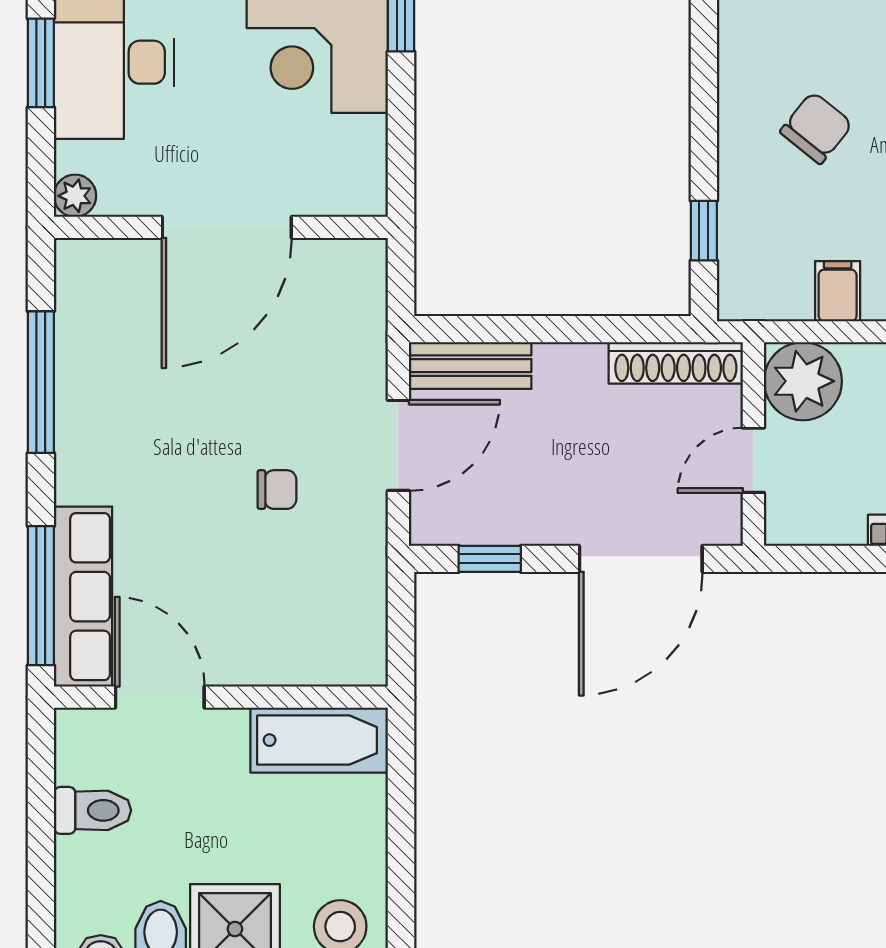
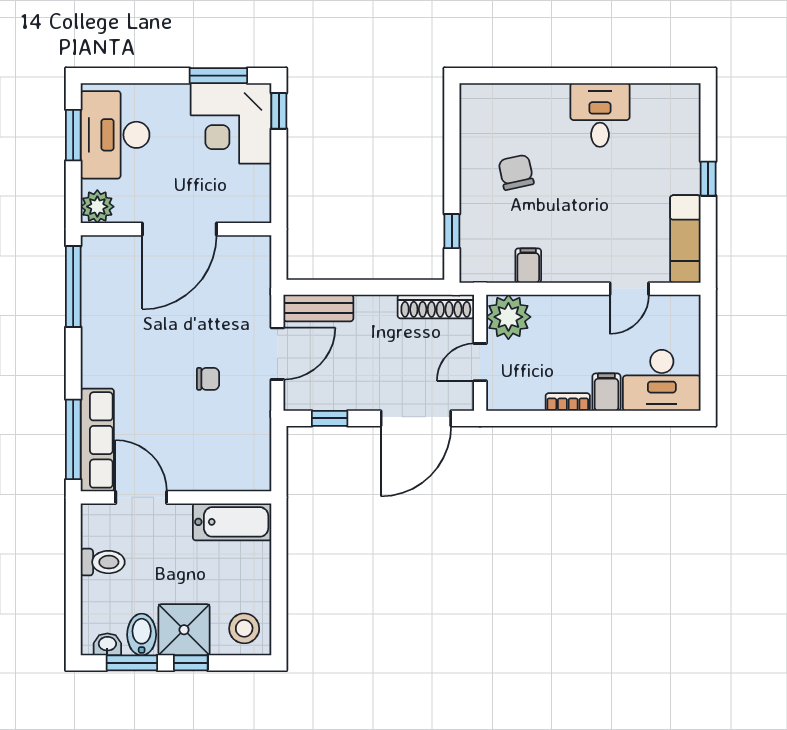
chair: (816, 128) -> (516, 172), turned -51
plant: (75, 196) -> (97, 207), width x1.38, depth x1.38
window: (41, 382) -> (73, 286), moved

